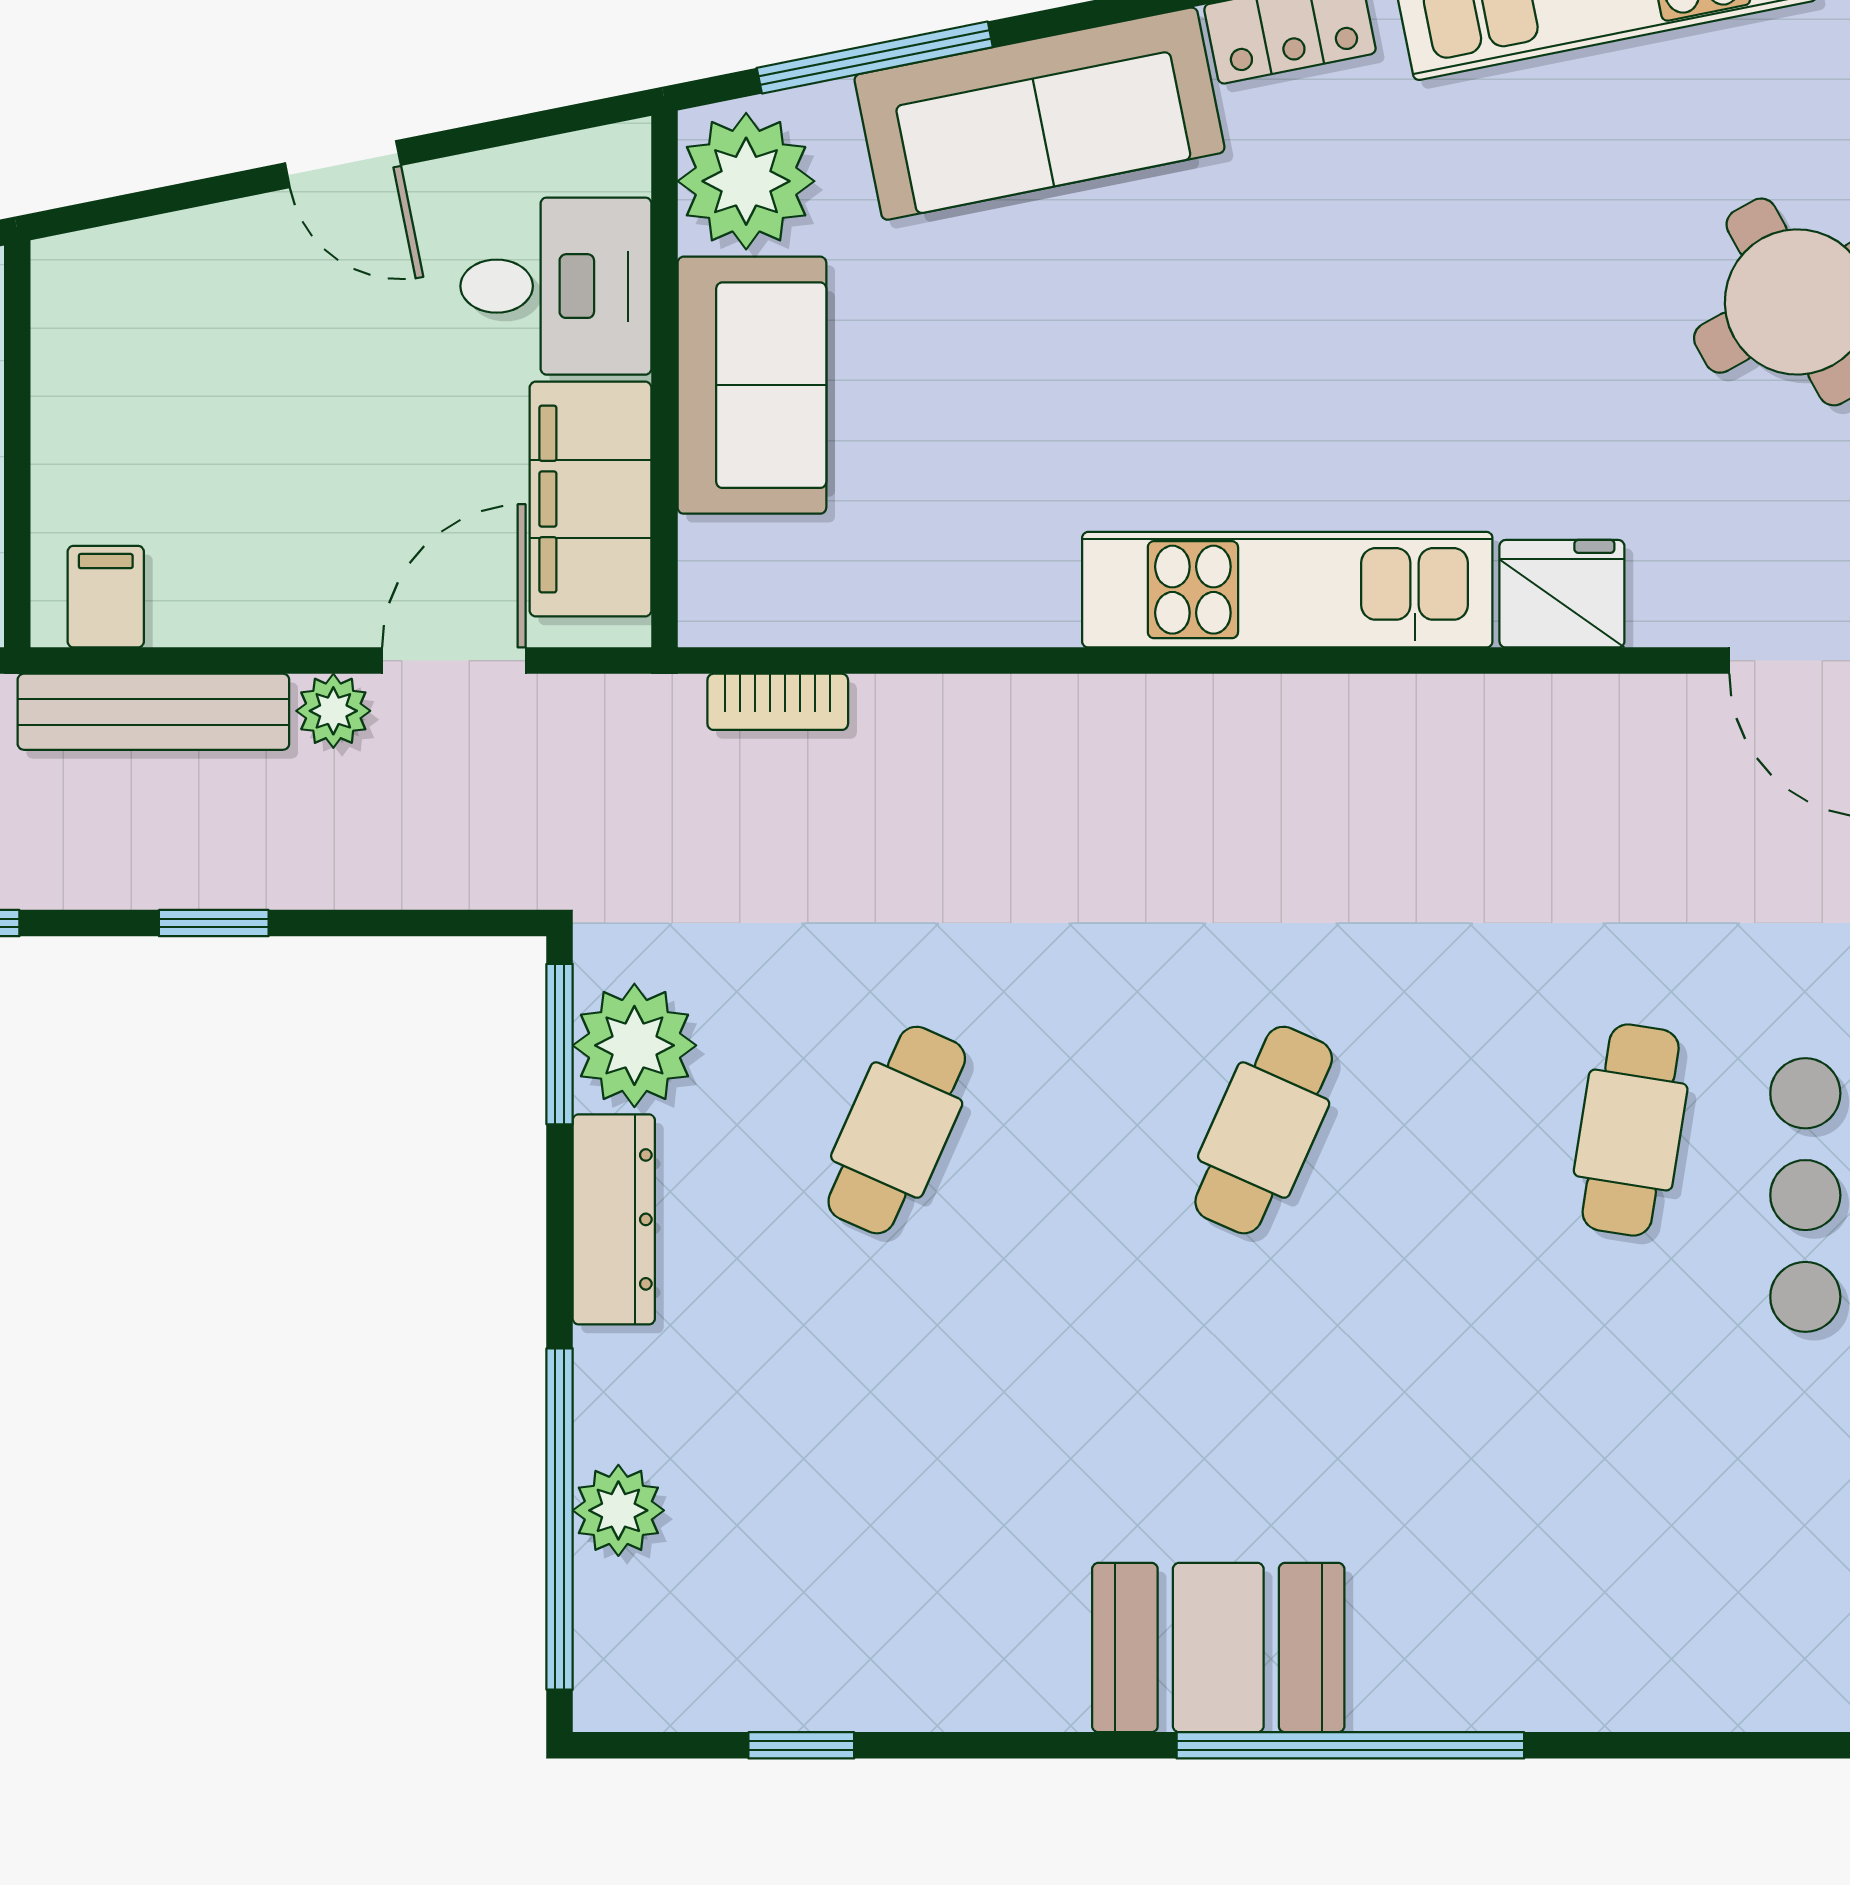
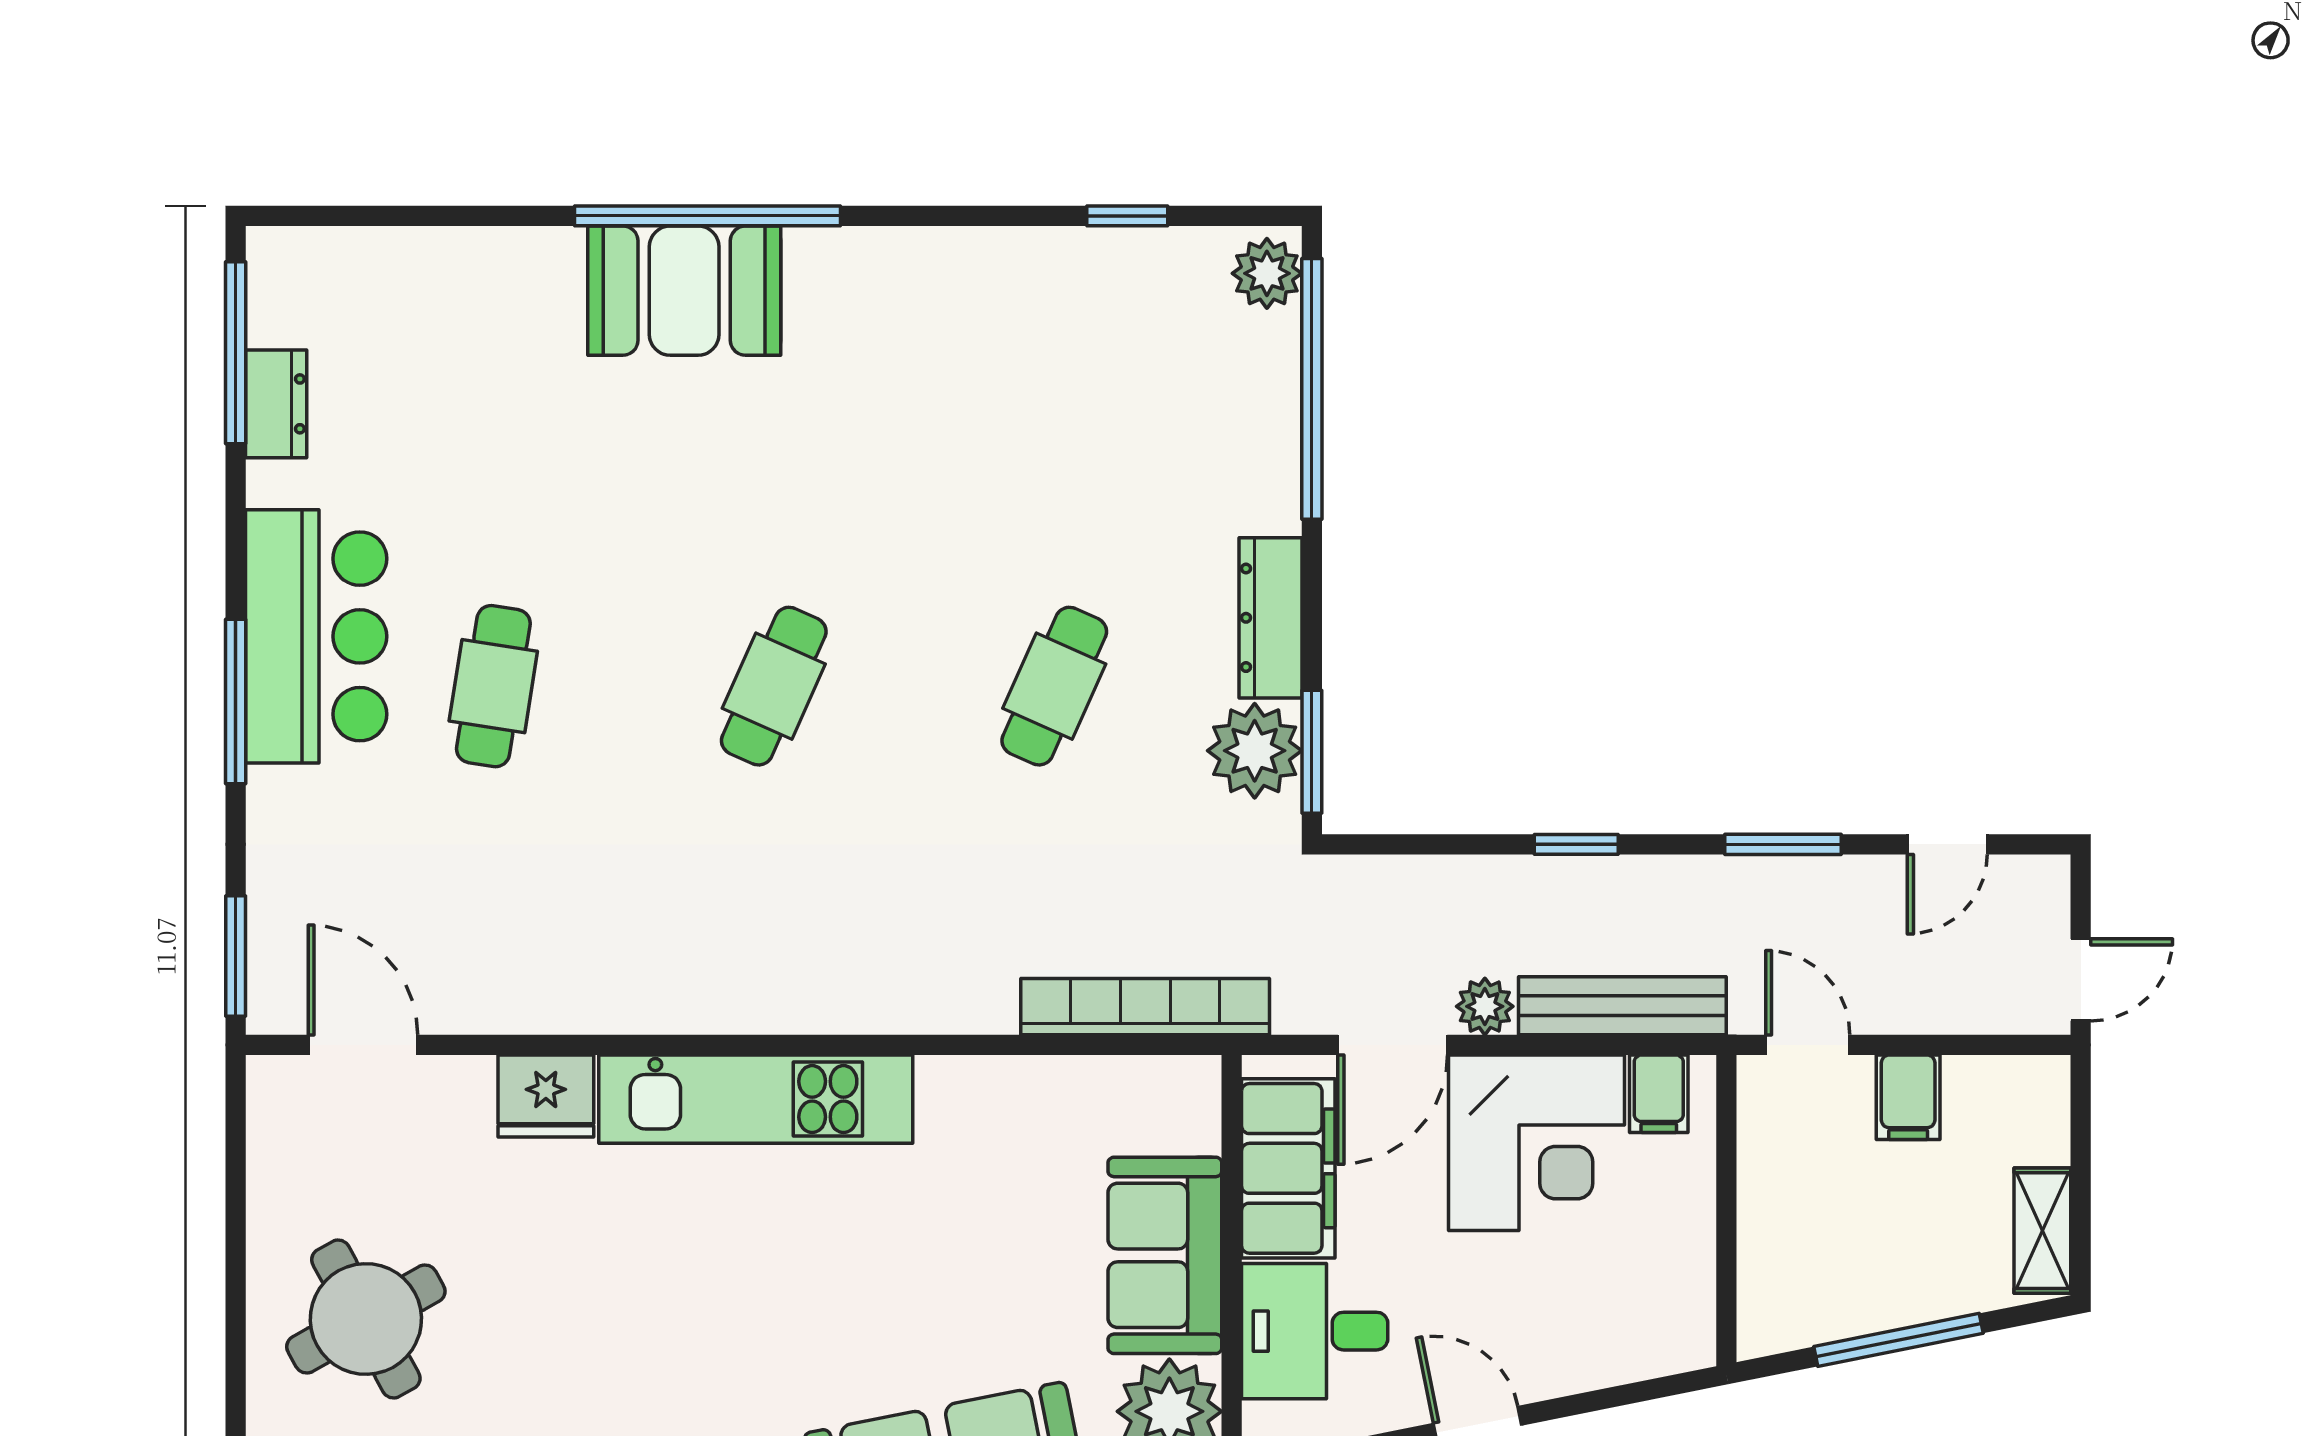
corner desk: (266, 533) -> (1536, 1143), added
bookcase: (778, 702) -> (1145, 1007), width x2.31, depth x1.31
plant: (618, 1510) -> (1267, 273), moved
booth: (1218, 1648) -> (684, 291), moved

